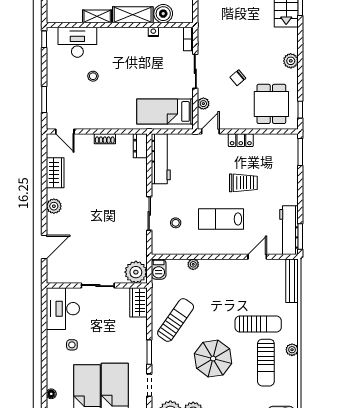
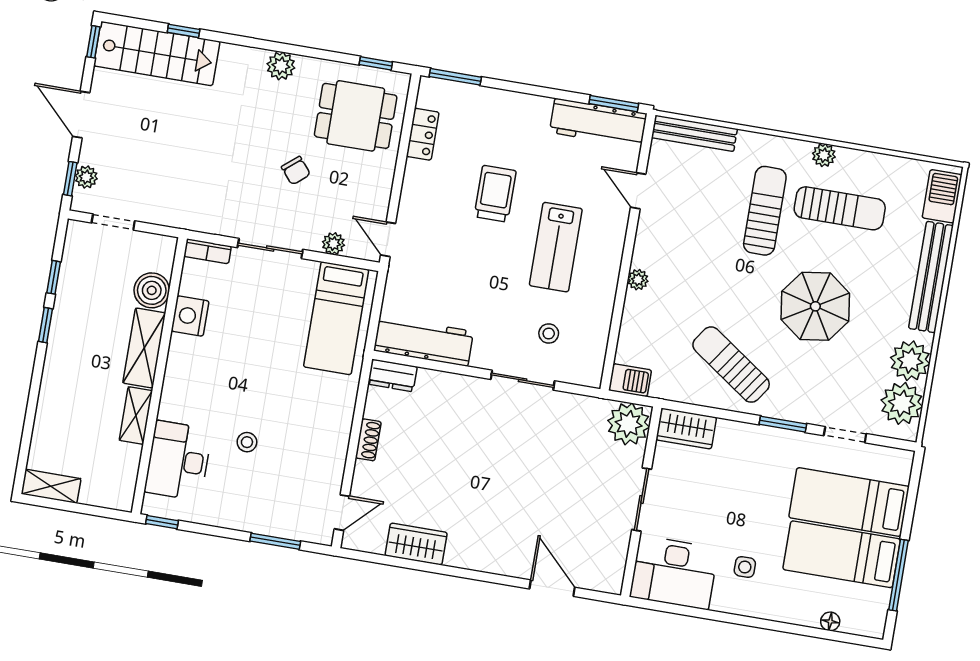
nightstand: (153, 32) -> (190, 316), width x1.89, depth x1.79
locker: (241, 140) -> (423, 134), moved
plant: (54, 206) -> (479, 557), removed
plant: (193, 264) -> (638, 280), moved

